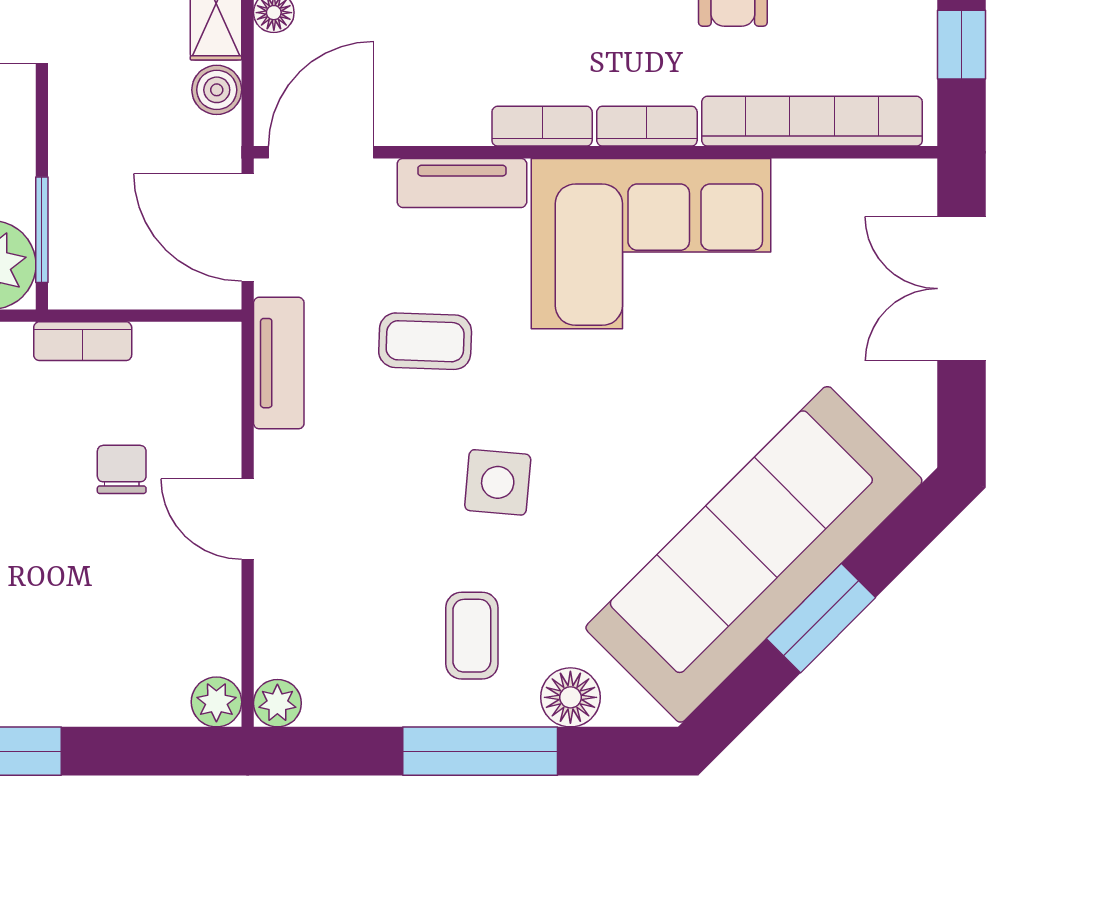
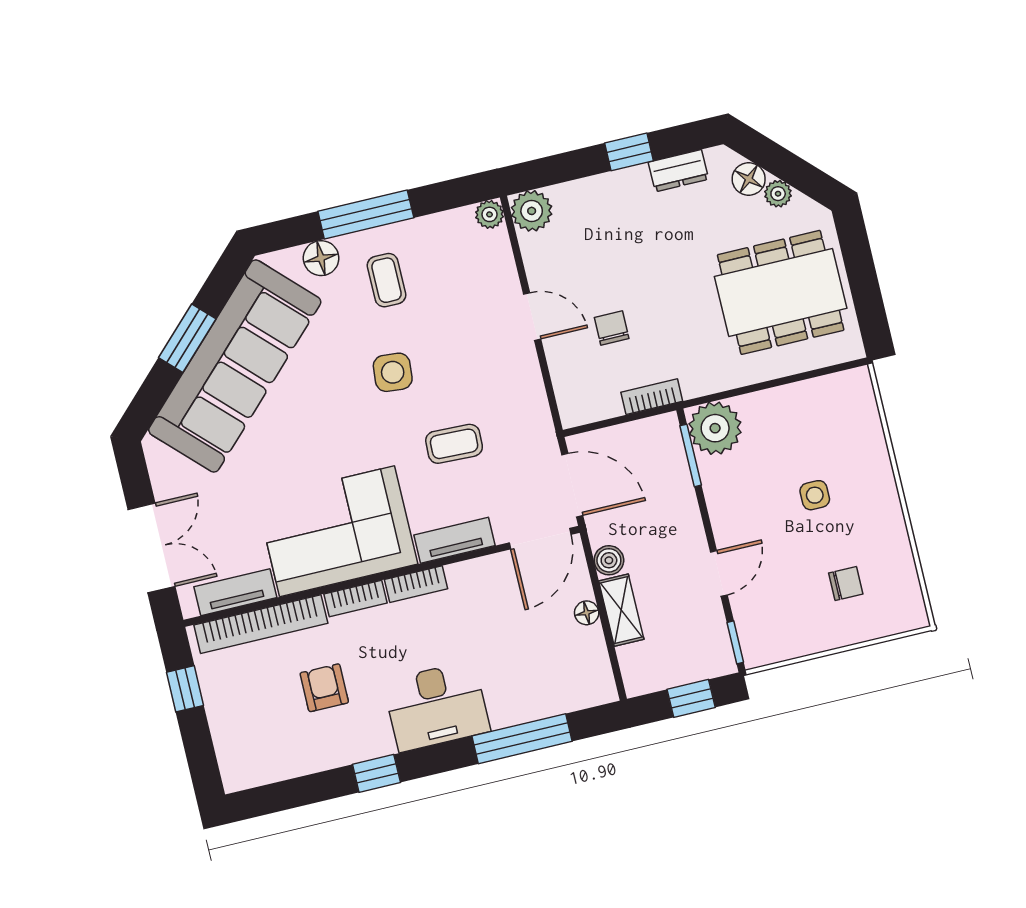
tv unit: (279, 363) -> (235, 592), moved, turned 90
chair: (122, 469) -> (612, 328), turned 180
plant: (216, 702) -> (532, 211), width x1.38, depth x1.38

